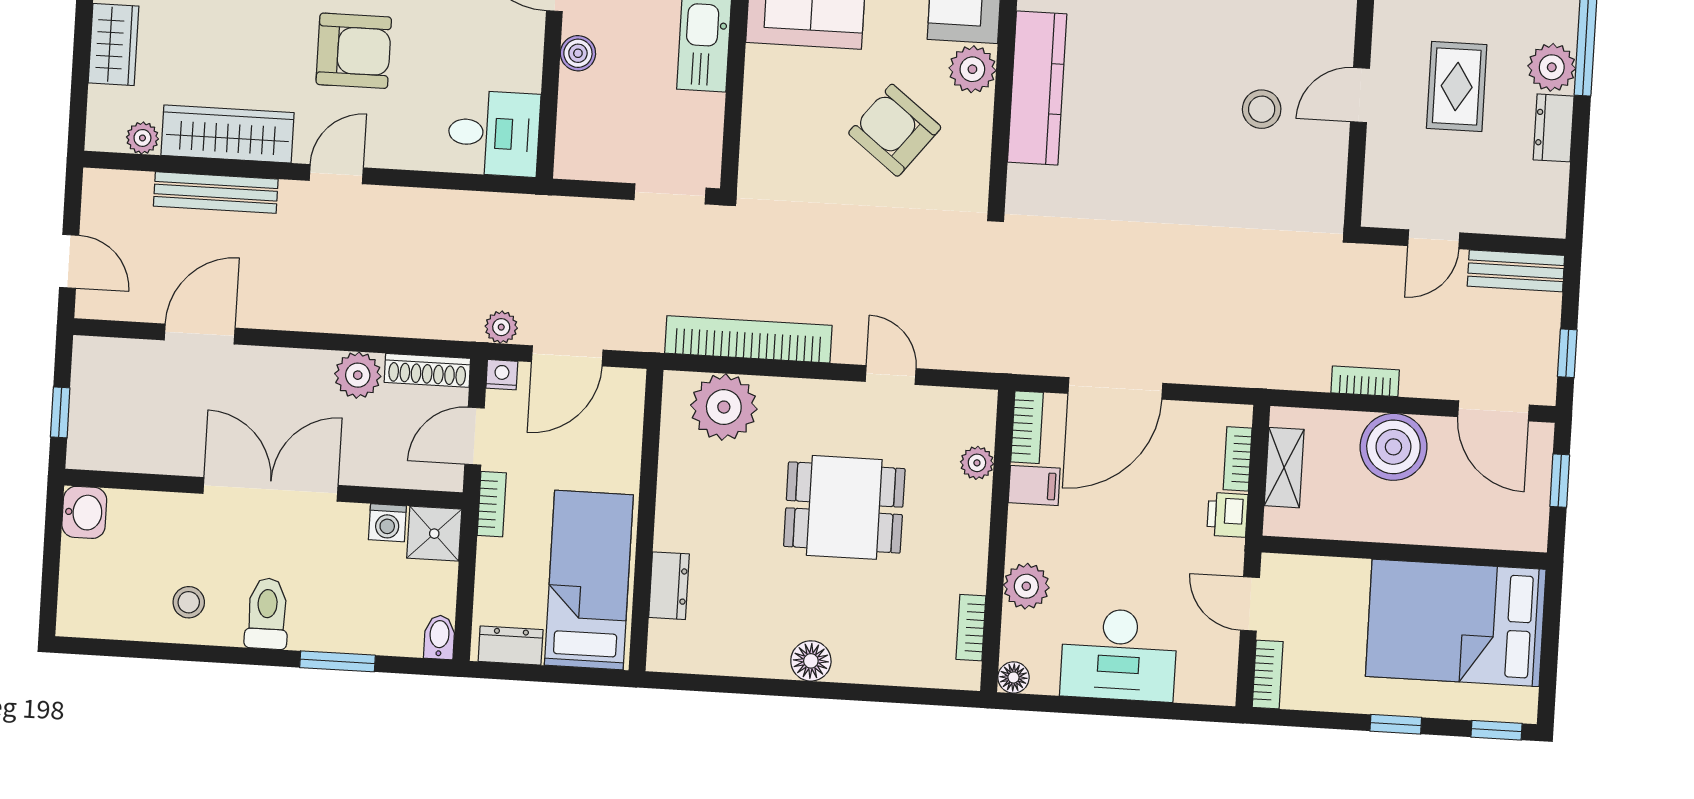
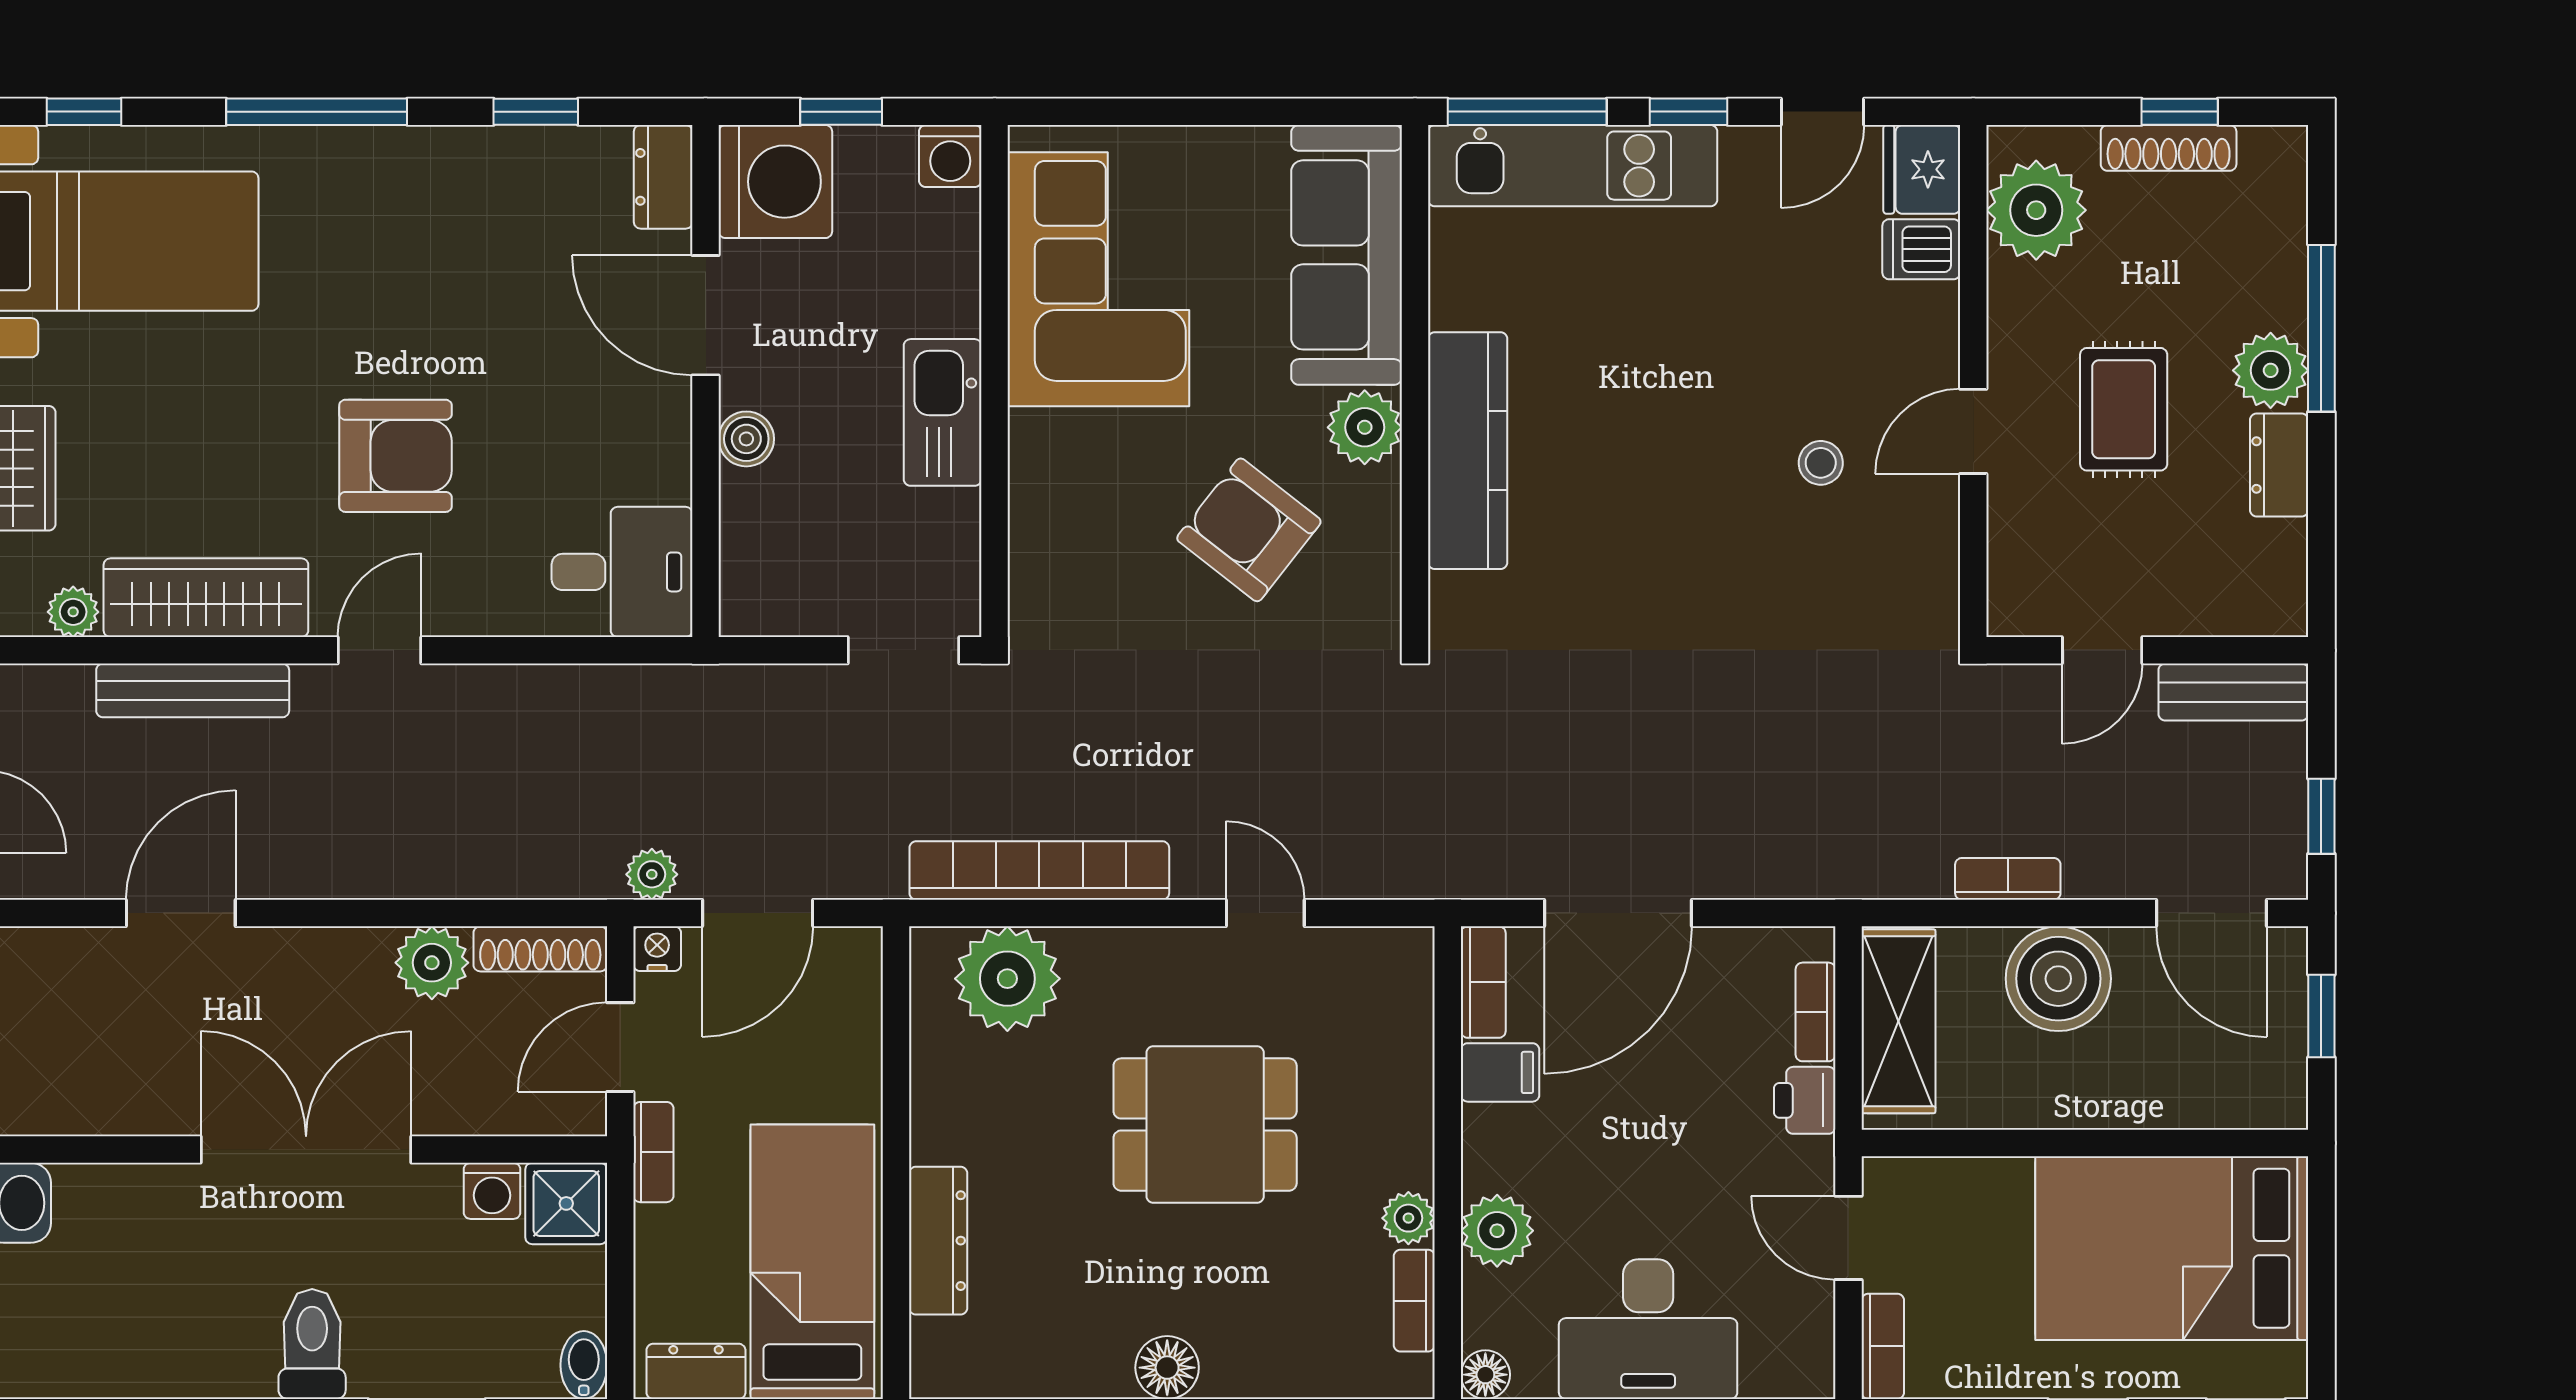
stool: (1262, 109) -> (1821, 463), width x0.73, depth x0.73
plant: (977, 463) -> (1408, 1218), moved
shelving: (1284, 468) -> (1898, 1021), width x1.50, depth x1.33
dresser: (669, 586) -> (938, 1241), width x1.44
stool: (189, 602) -> (189, 1334), removed

